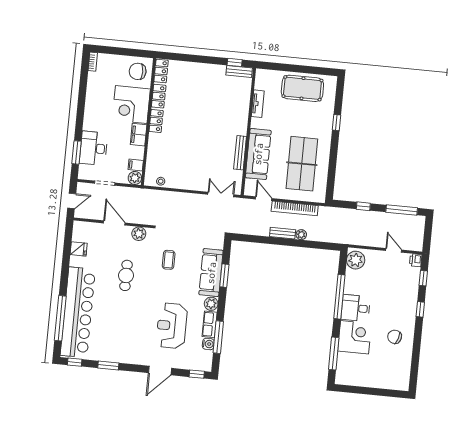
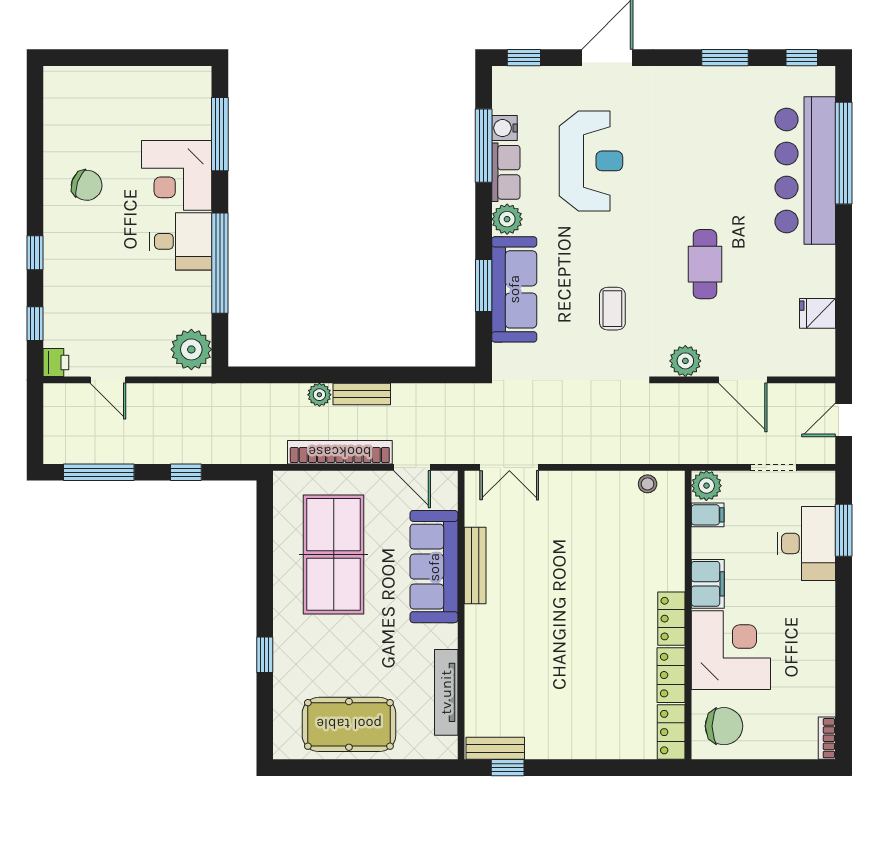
tv unit: (258, 104) -> (446, 692), width x1.41
bar counter: (78, 312) -> (805, 171), width x0.73

